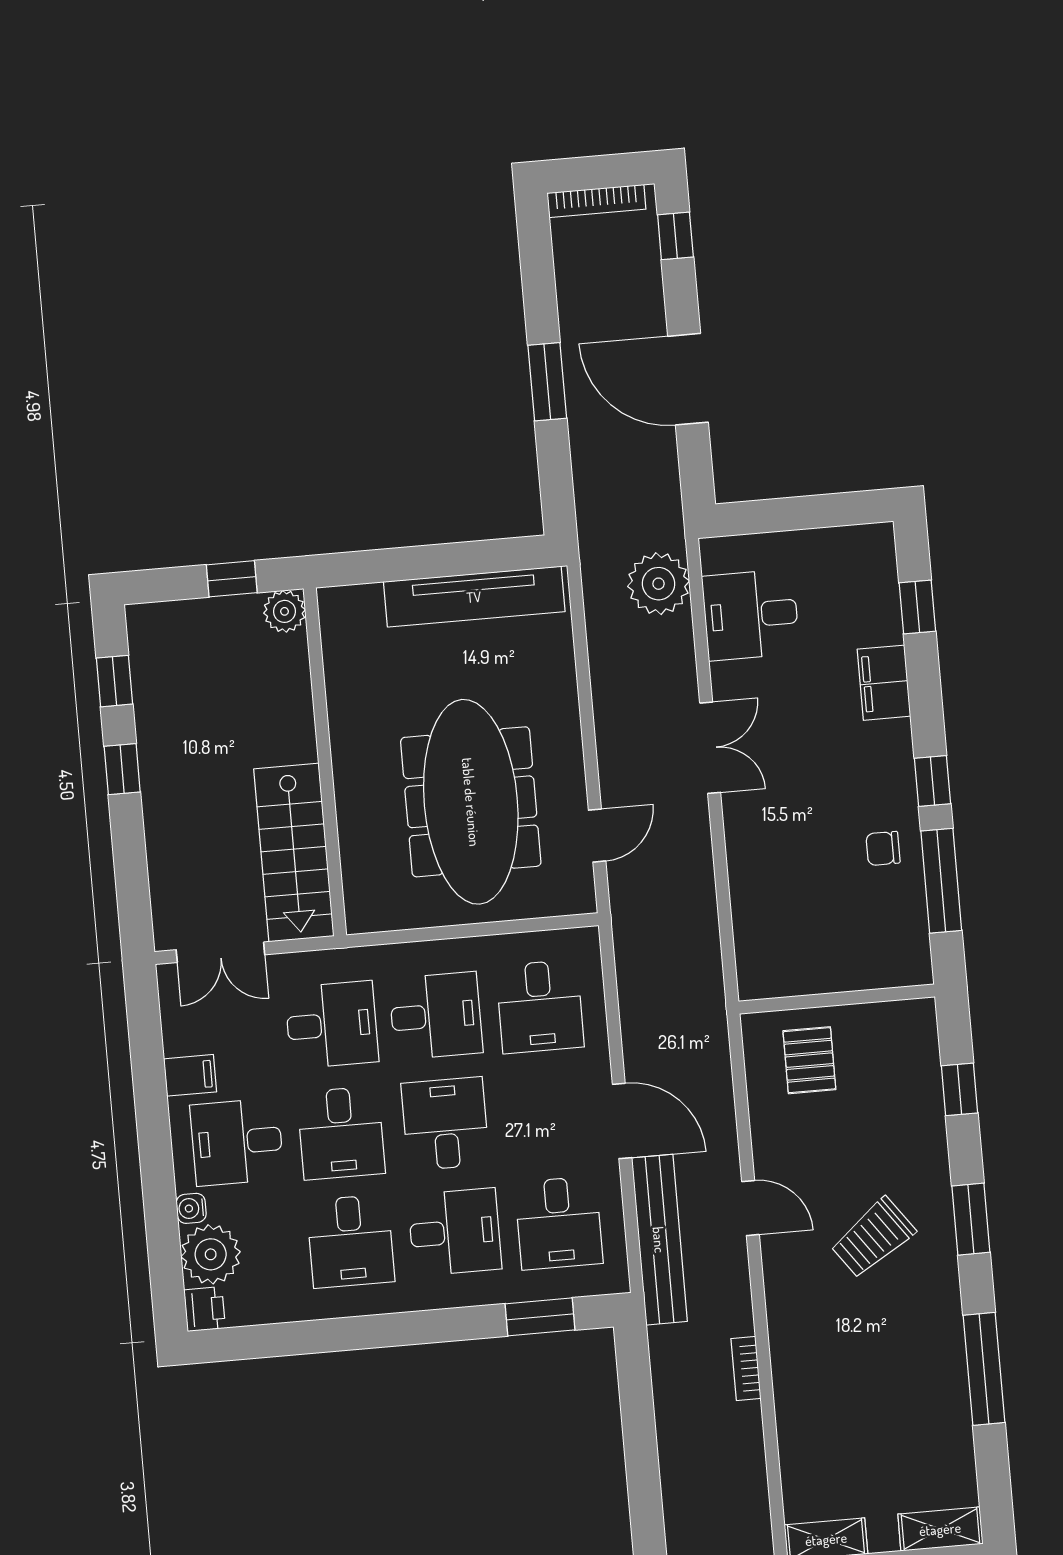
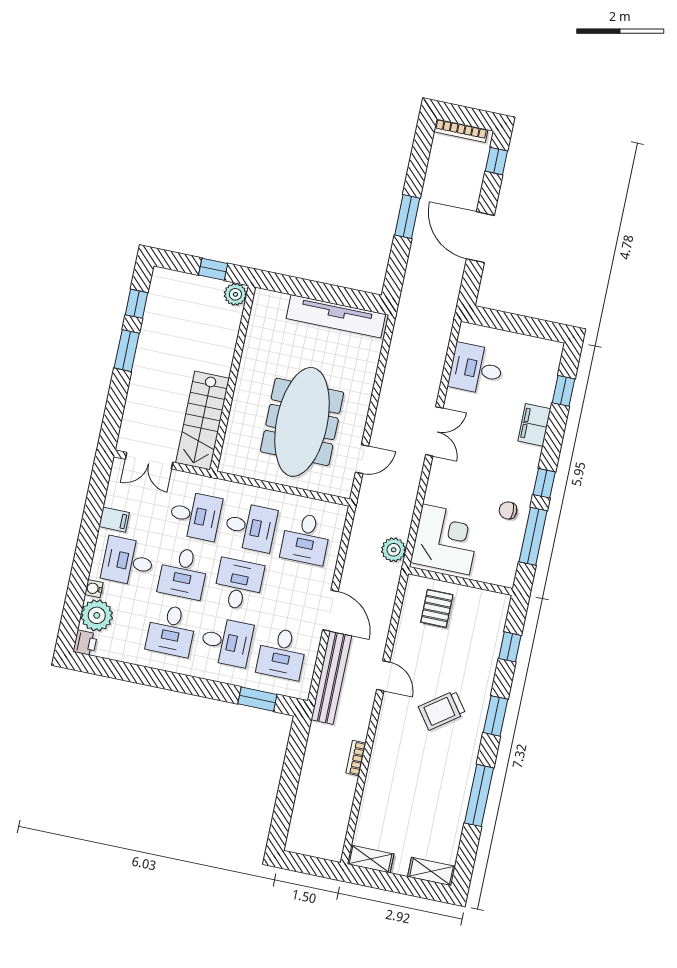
plant: (659, 584) -> (394, 550), moved, width x0.73, depth x0.73
window: (122, 769) -> (127, 351), width x1.50
corner desk: (788, 933) -> (446, 539), added

